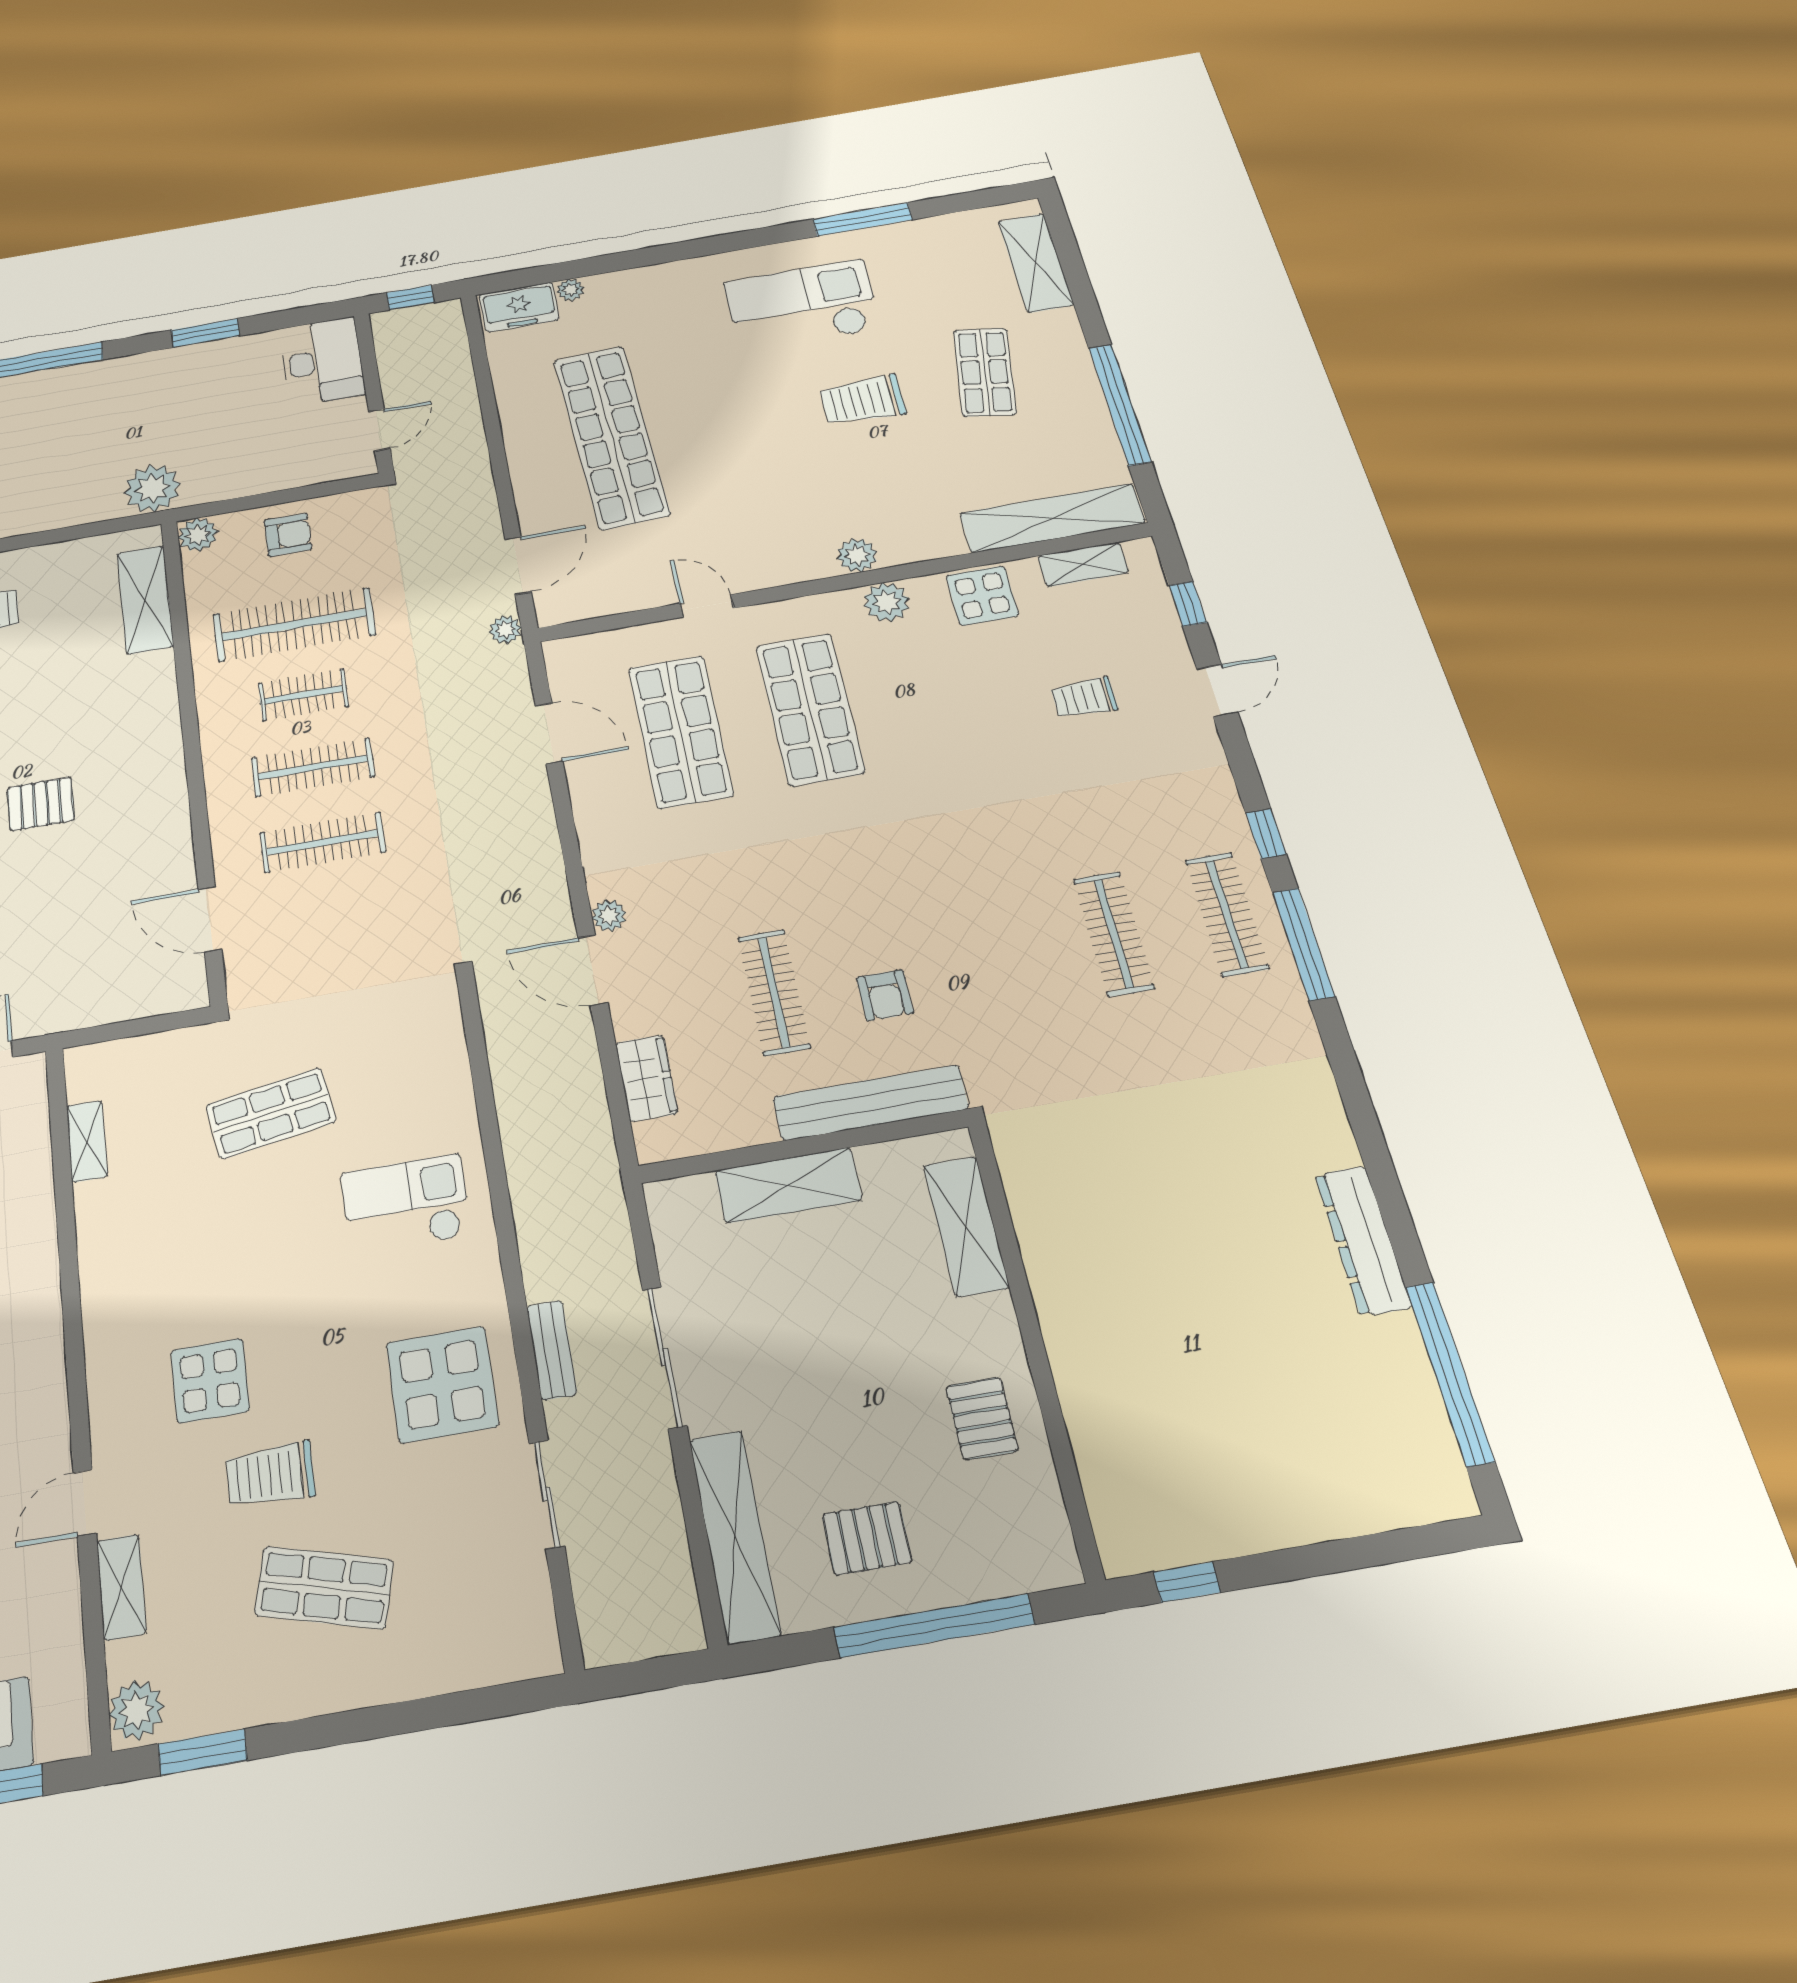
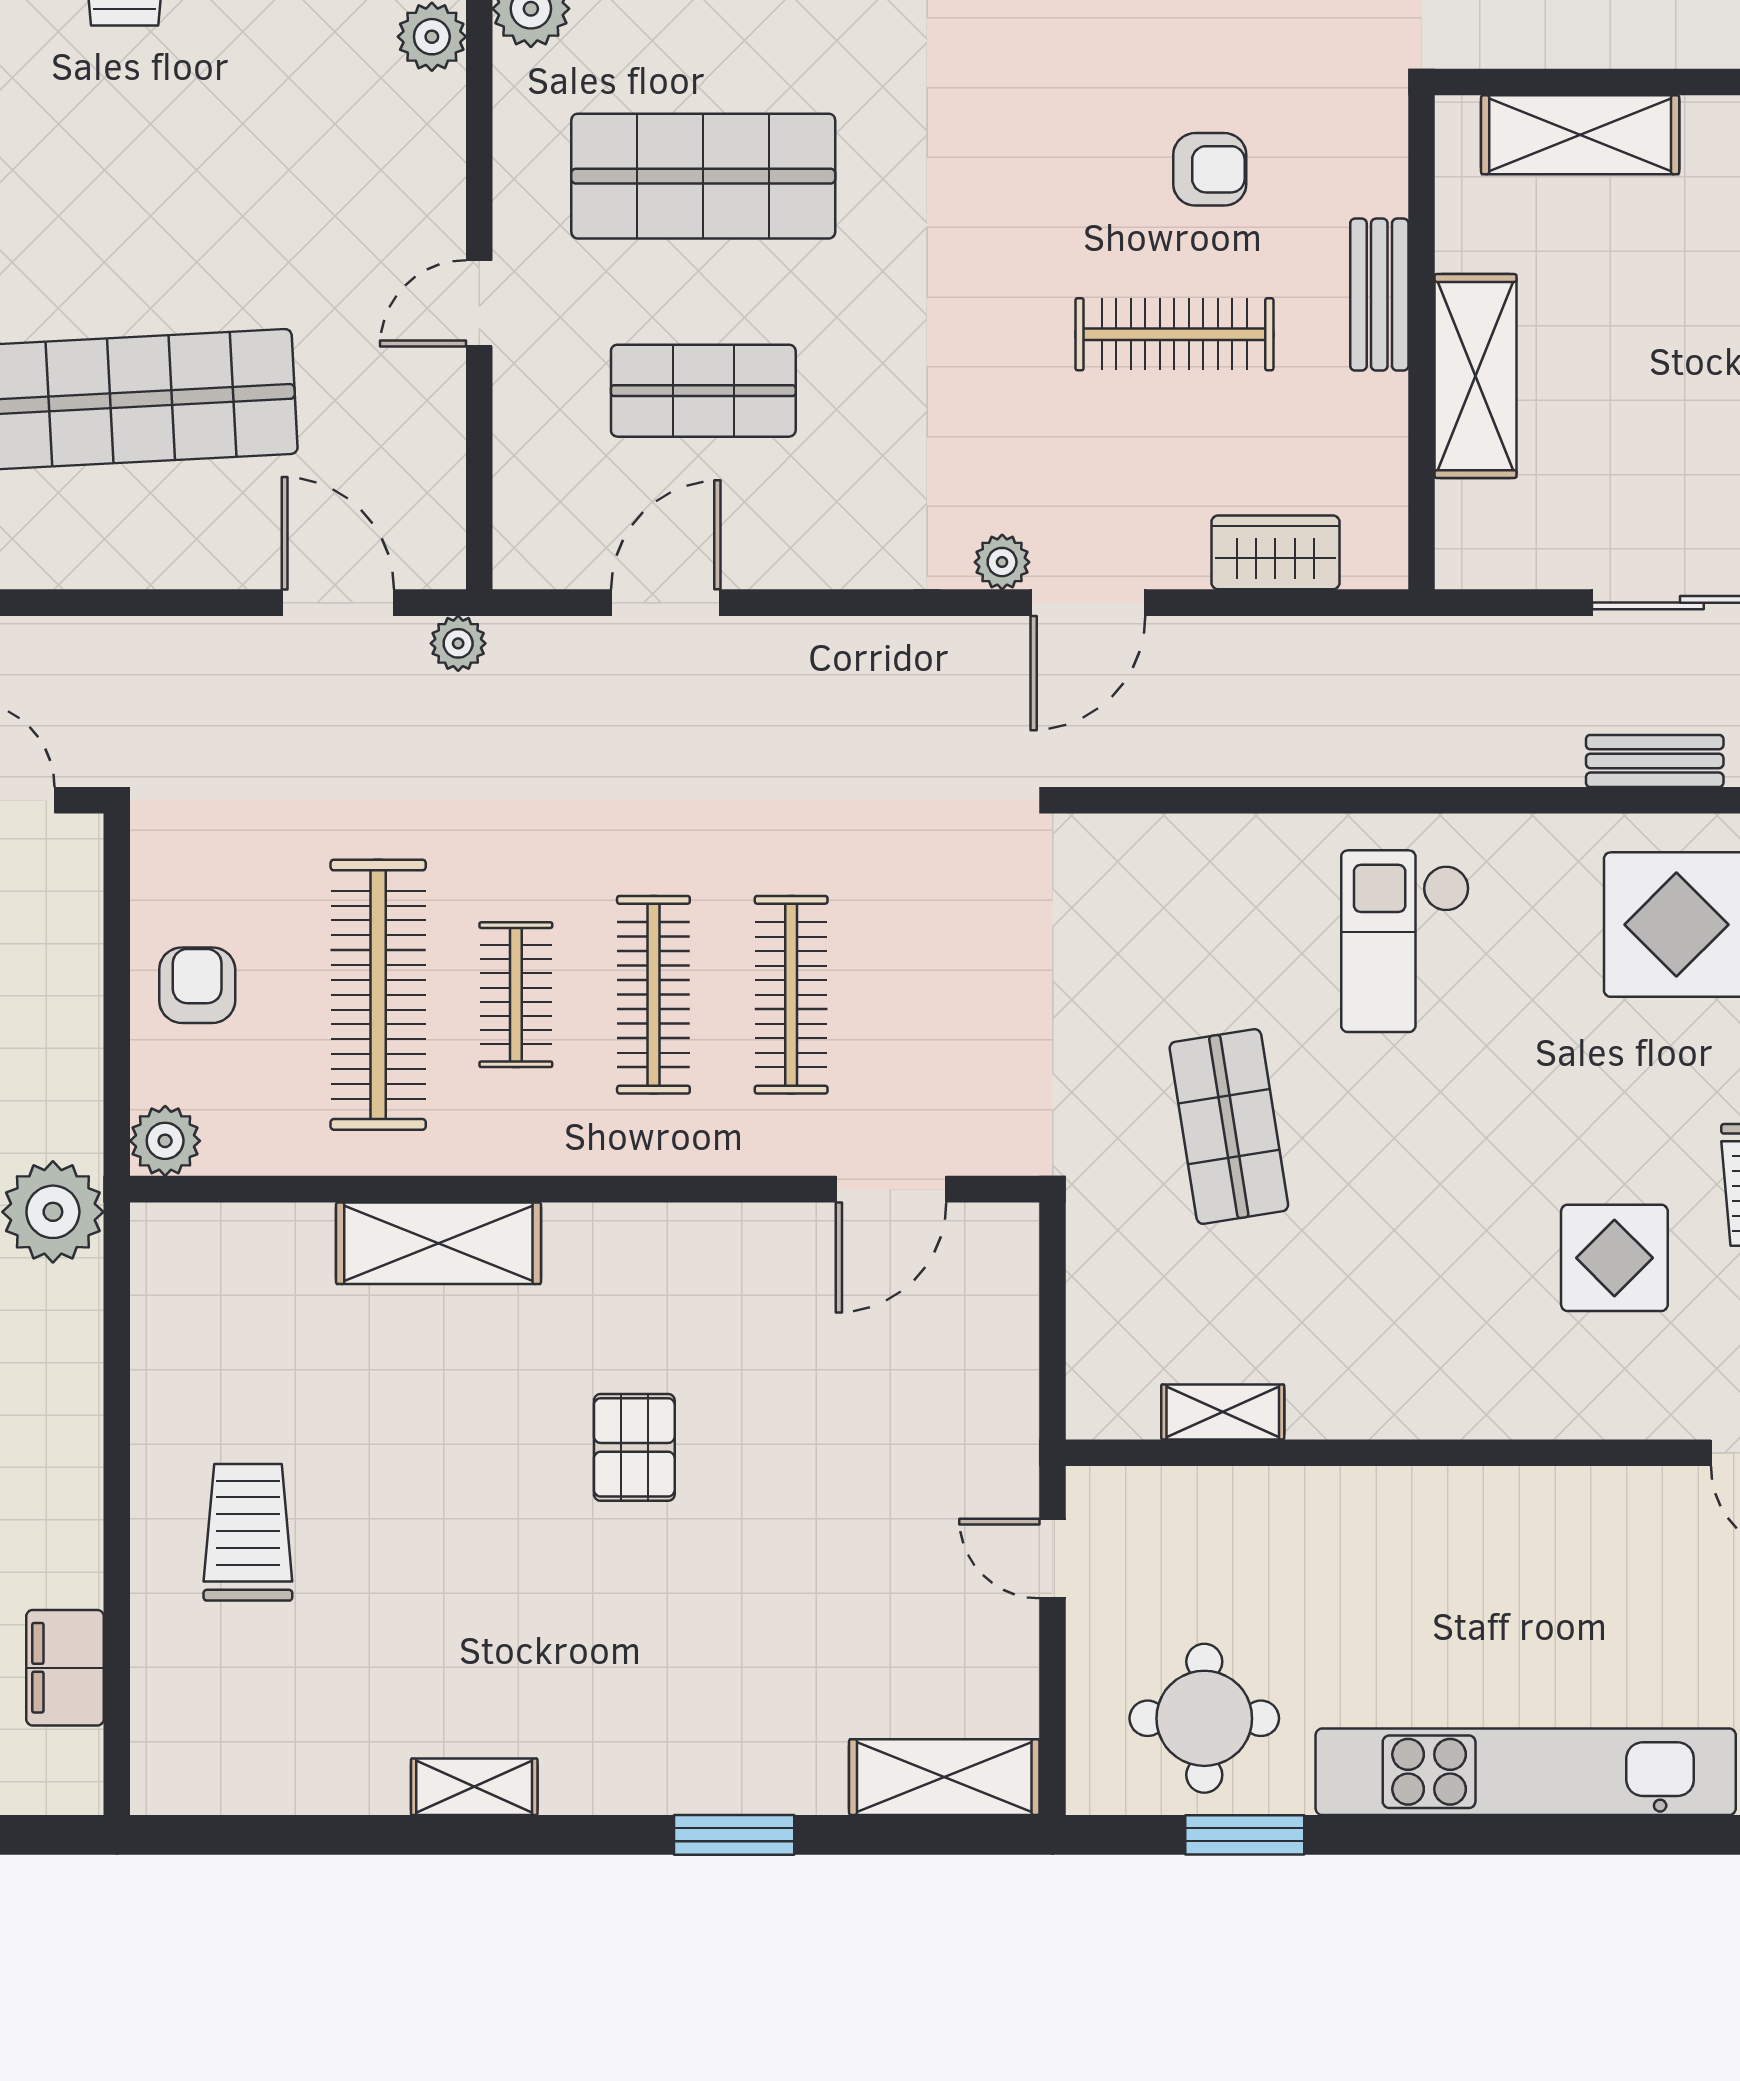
shelving: (145, 600) -> (438, 1243), moved
shop shelf: (681, 731) -> (703, 391), width x0.70, depth x0.74
bench: (871, 1103) -> (1379, 295), width x0.54, depth x0.82

